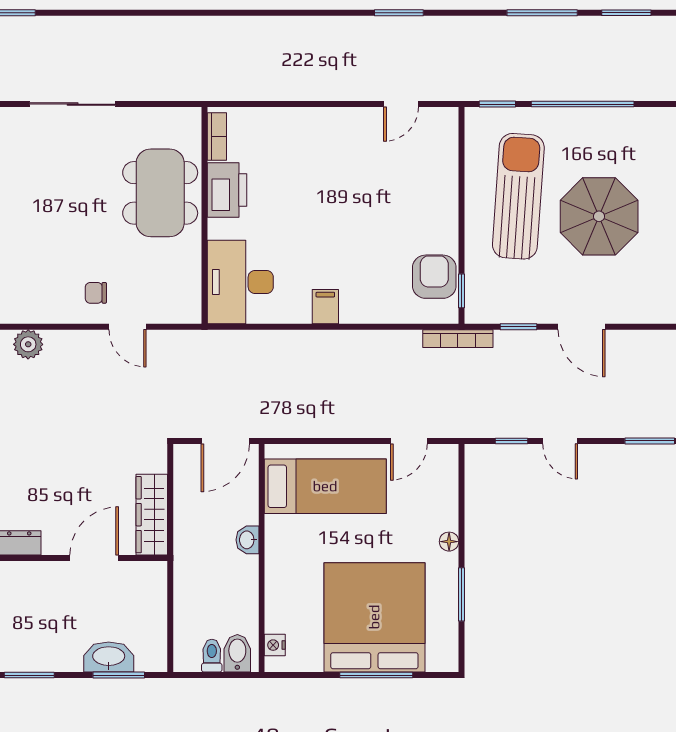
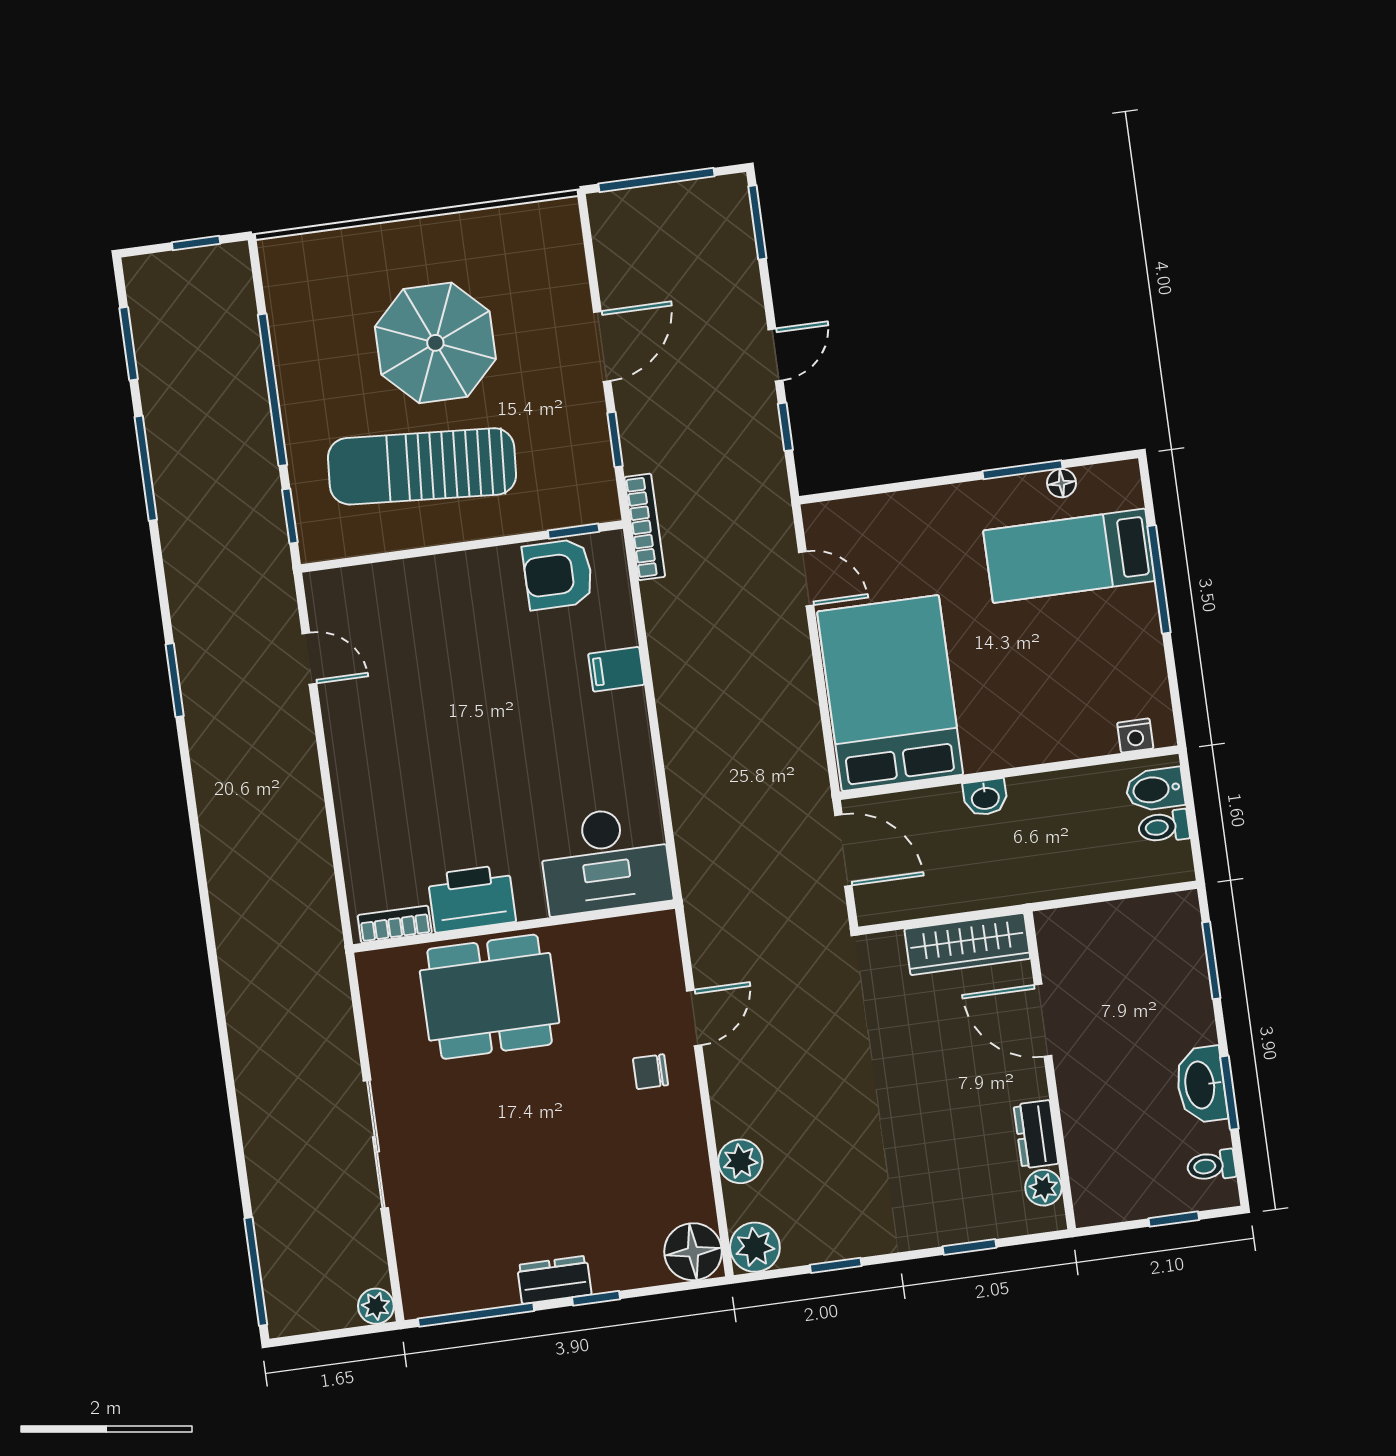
chair: (96, 293) -> (650, 1072), turned 90
filing cabinet: (325, 307) -> (616, 669), moved
bed: (325, 486) -> (890, 693), width x1.50
floor lamp: (449, 542) -> (1062, 483), moved
bed: (374, 617) -> (1069, 556), width x0.49
washbasin: (109, 657) -> (1201, 1085), moved

